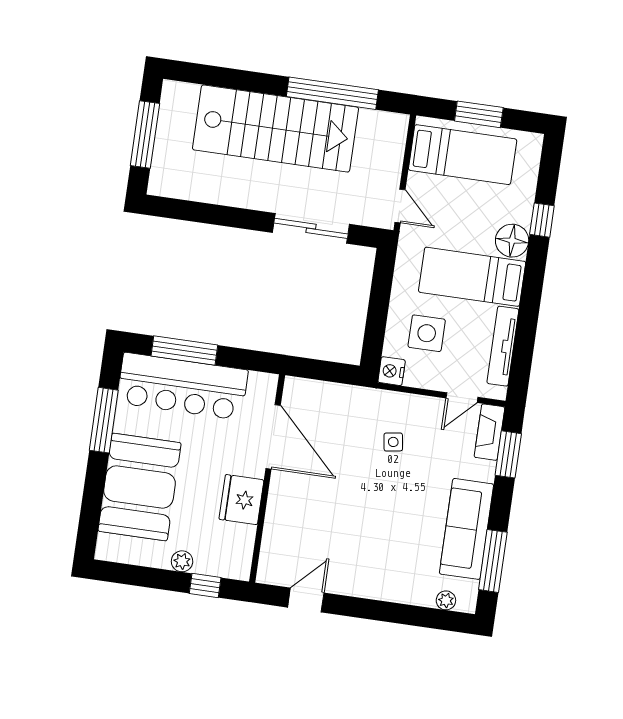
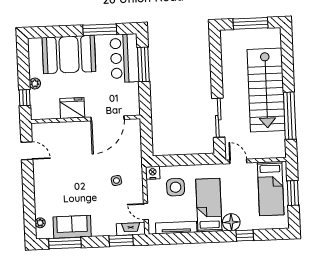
door: (400, 206) -> (238, 161), swing flipped
bar counter: (182, 386) -> (124, 58), width x0.73
sofa: (466, 529) -> (72, 227), width x0.73

